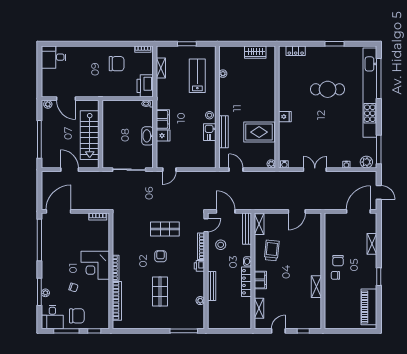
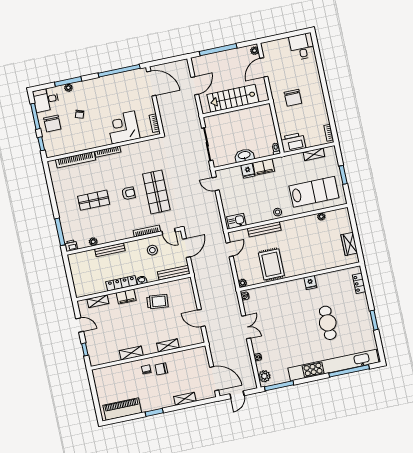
chair: (117, 64) -> (293, 98), moved
lab bench: (197, 76) -> (314, 192), width x1.36, depth x1.39
fridge: (285, 117) -> (310, 282), moved
kitchen sink: (210, 132) -> (236, 221), moved
shelving: (259, 224) -> (168, 346), moved
shop shelf: (165, 229) -> (156, 192), width x1.43, depth x1.36
corner desk: (95, 265) -> (123, 127), moved
printer: (199, 266) -> (71, 246), moved

